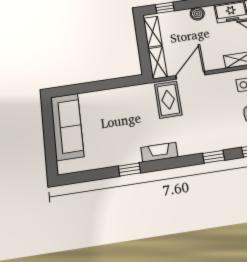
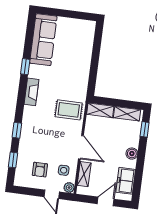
door: (190, 75) -> (81, 147), moved
sofa: (67, 127) -> (43, 40), moved, turned -90

